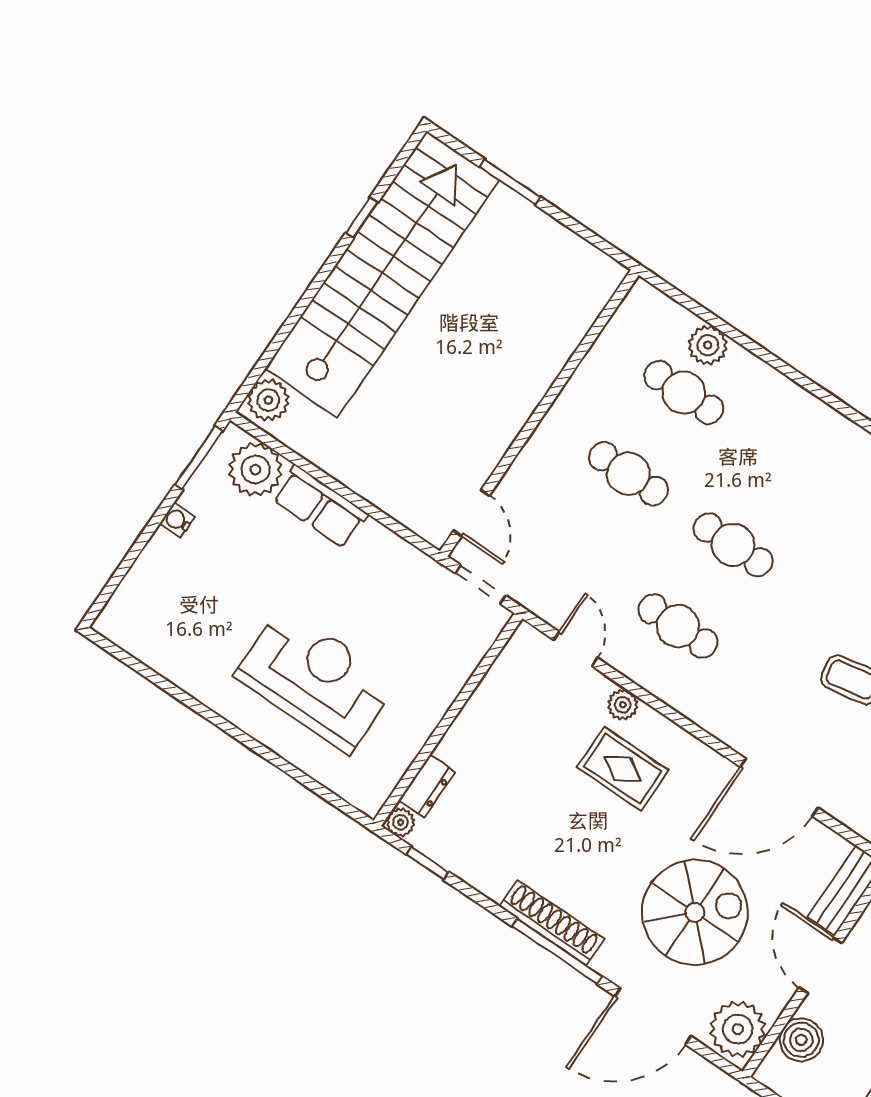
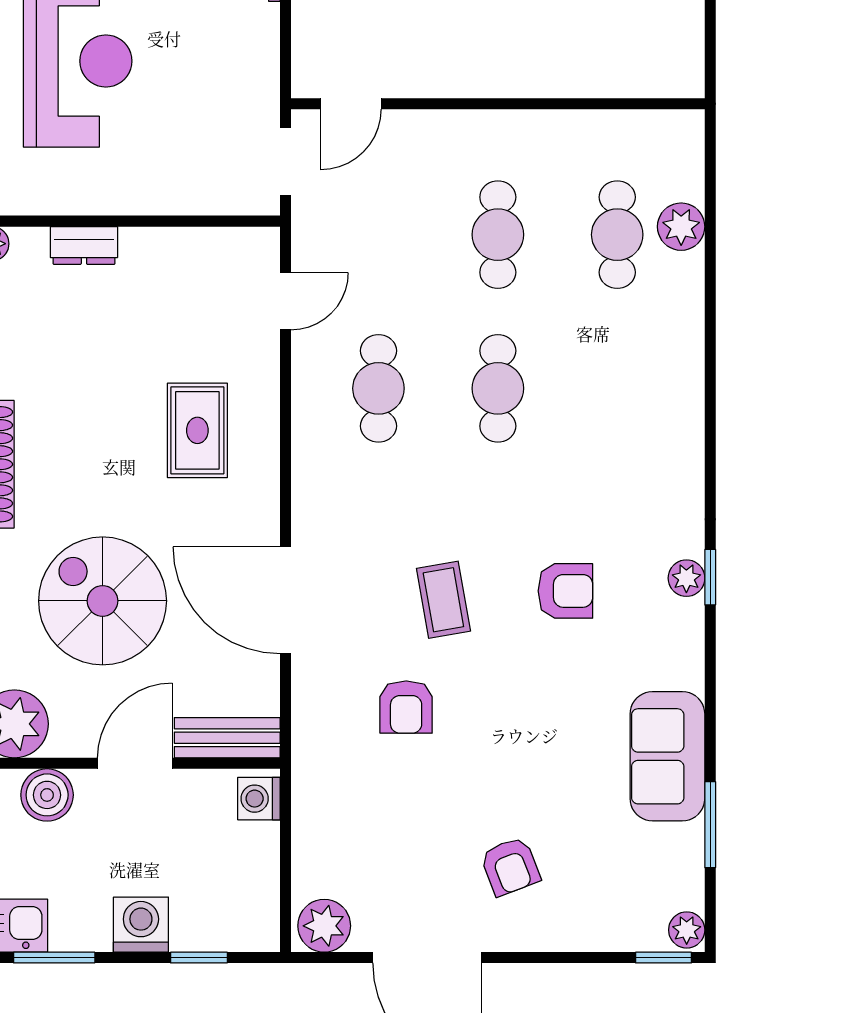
plant: (623, 705) -> (262, 387), removed
dresser: (427, 786) -> (84, 245), moved
spiral stairs: (695, 912) -> (103, 601), turned 180

